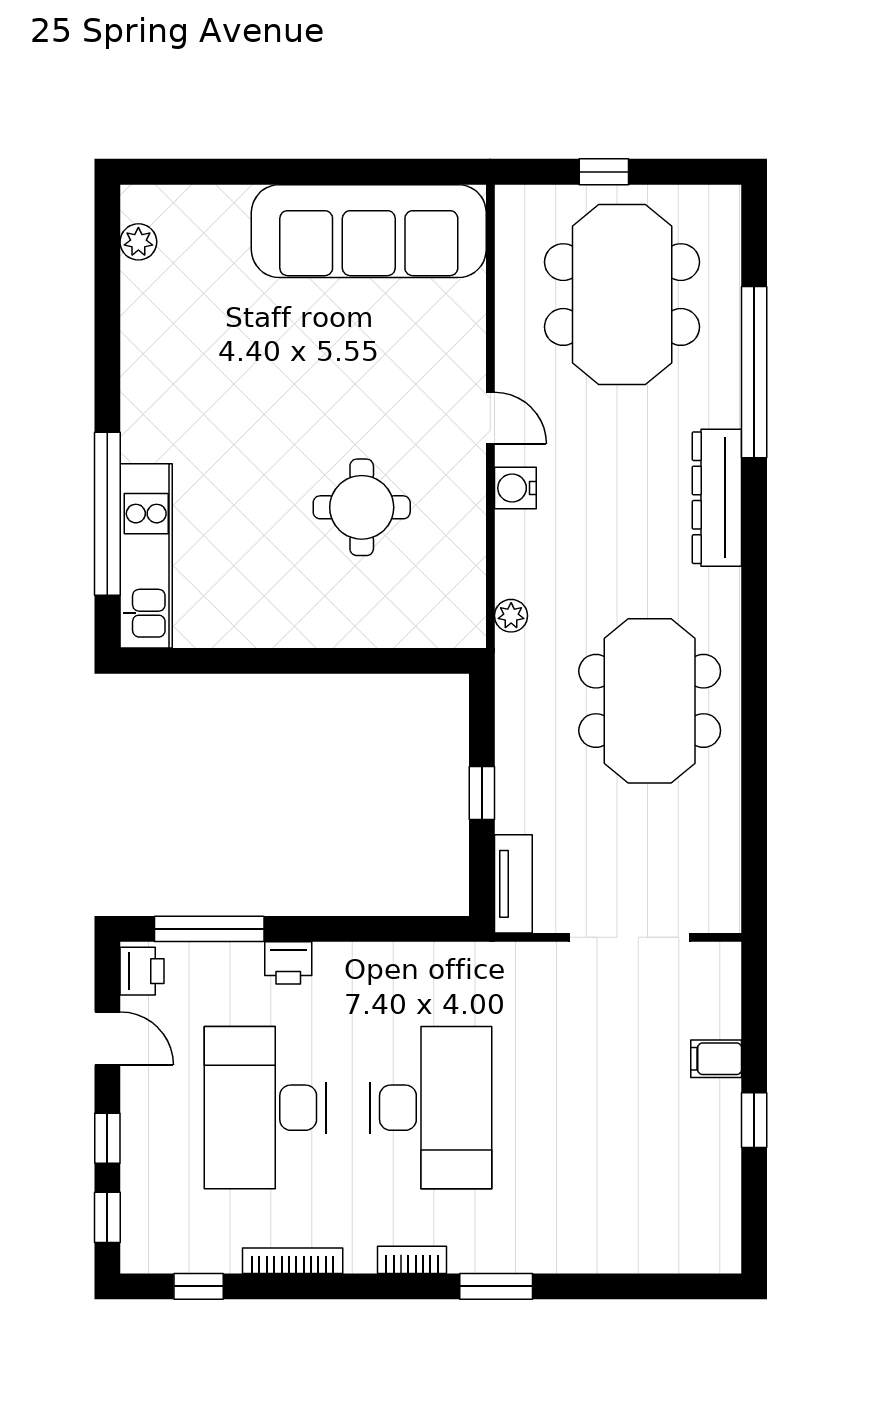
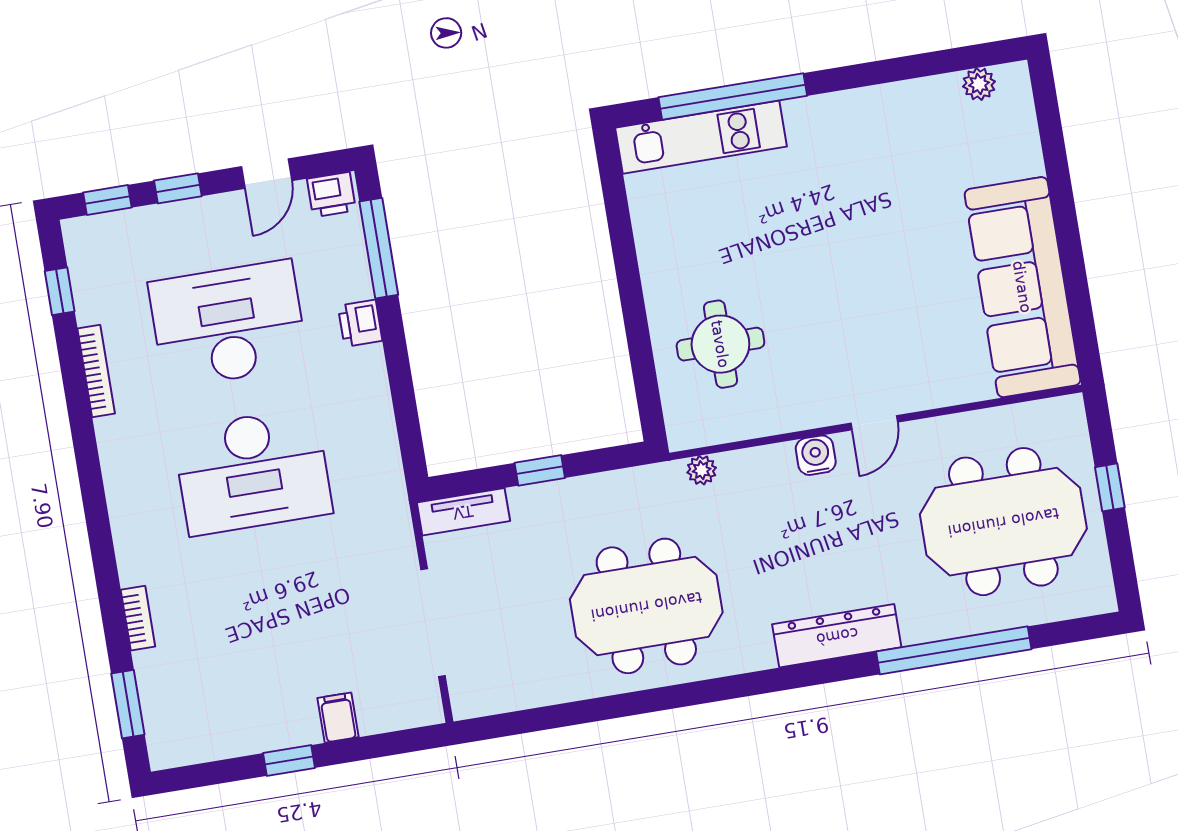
round table: (362, 507) -> (720, 344), moved
bookcase: (412, 1260) -> (138, 618), moved
window: (496, 1286) -> (128, 704), moved

